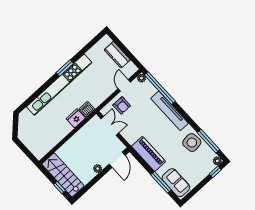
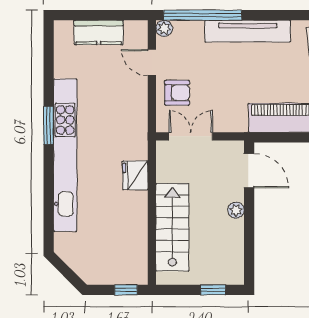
dishwasher: (87, 109) -> (137, 148), removed
window: (29, 154) -> (126, 290), added
stairs: (63, 175) -> (172, 227), moved, turned 90

